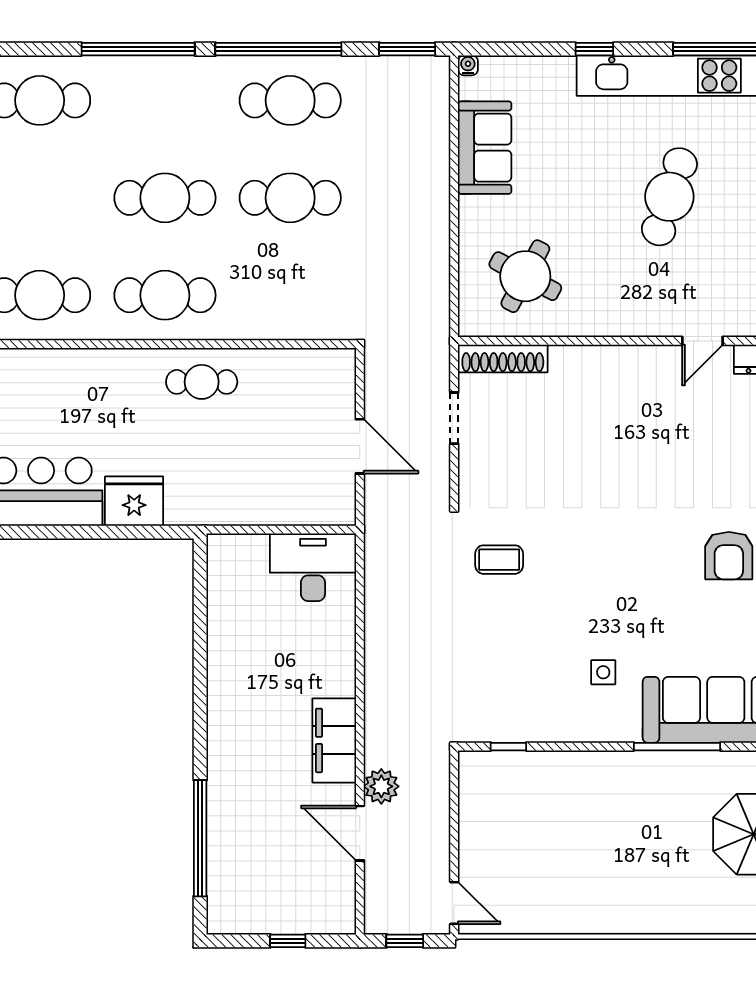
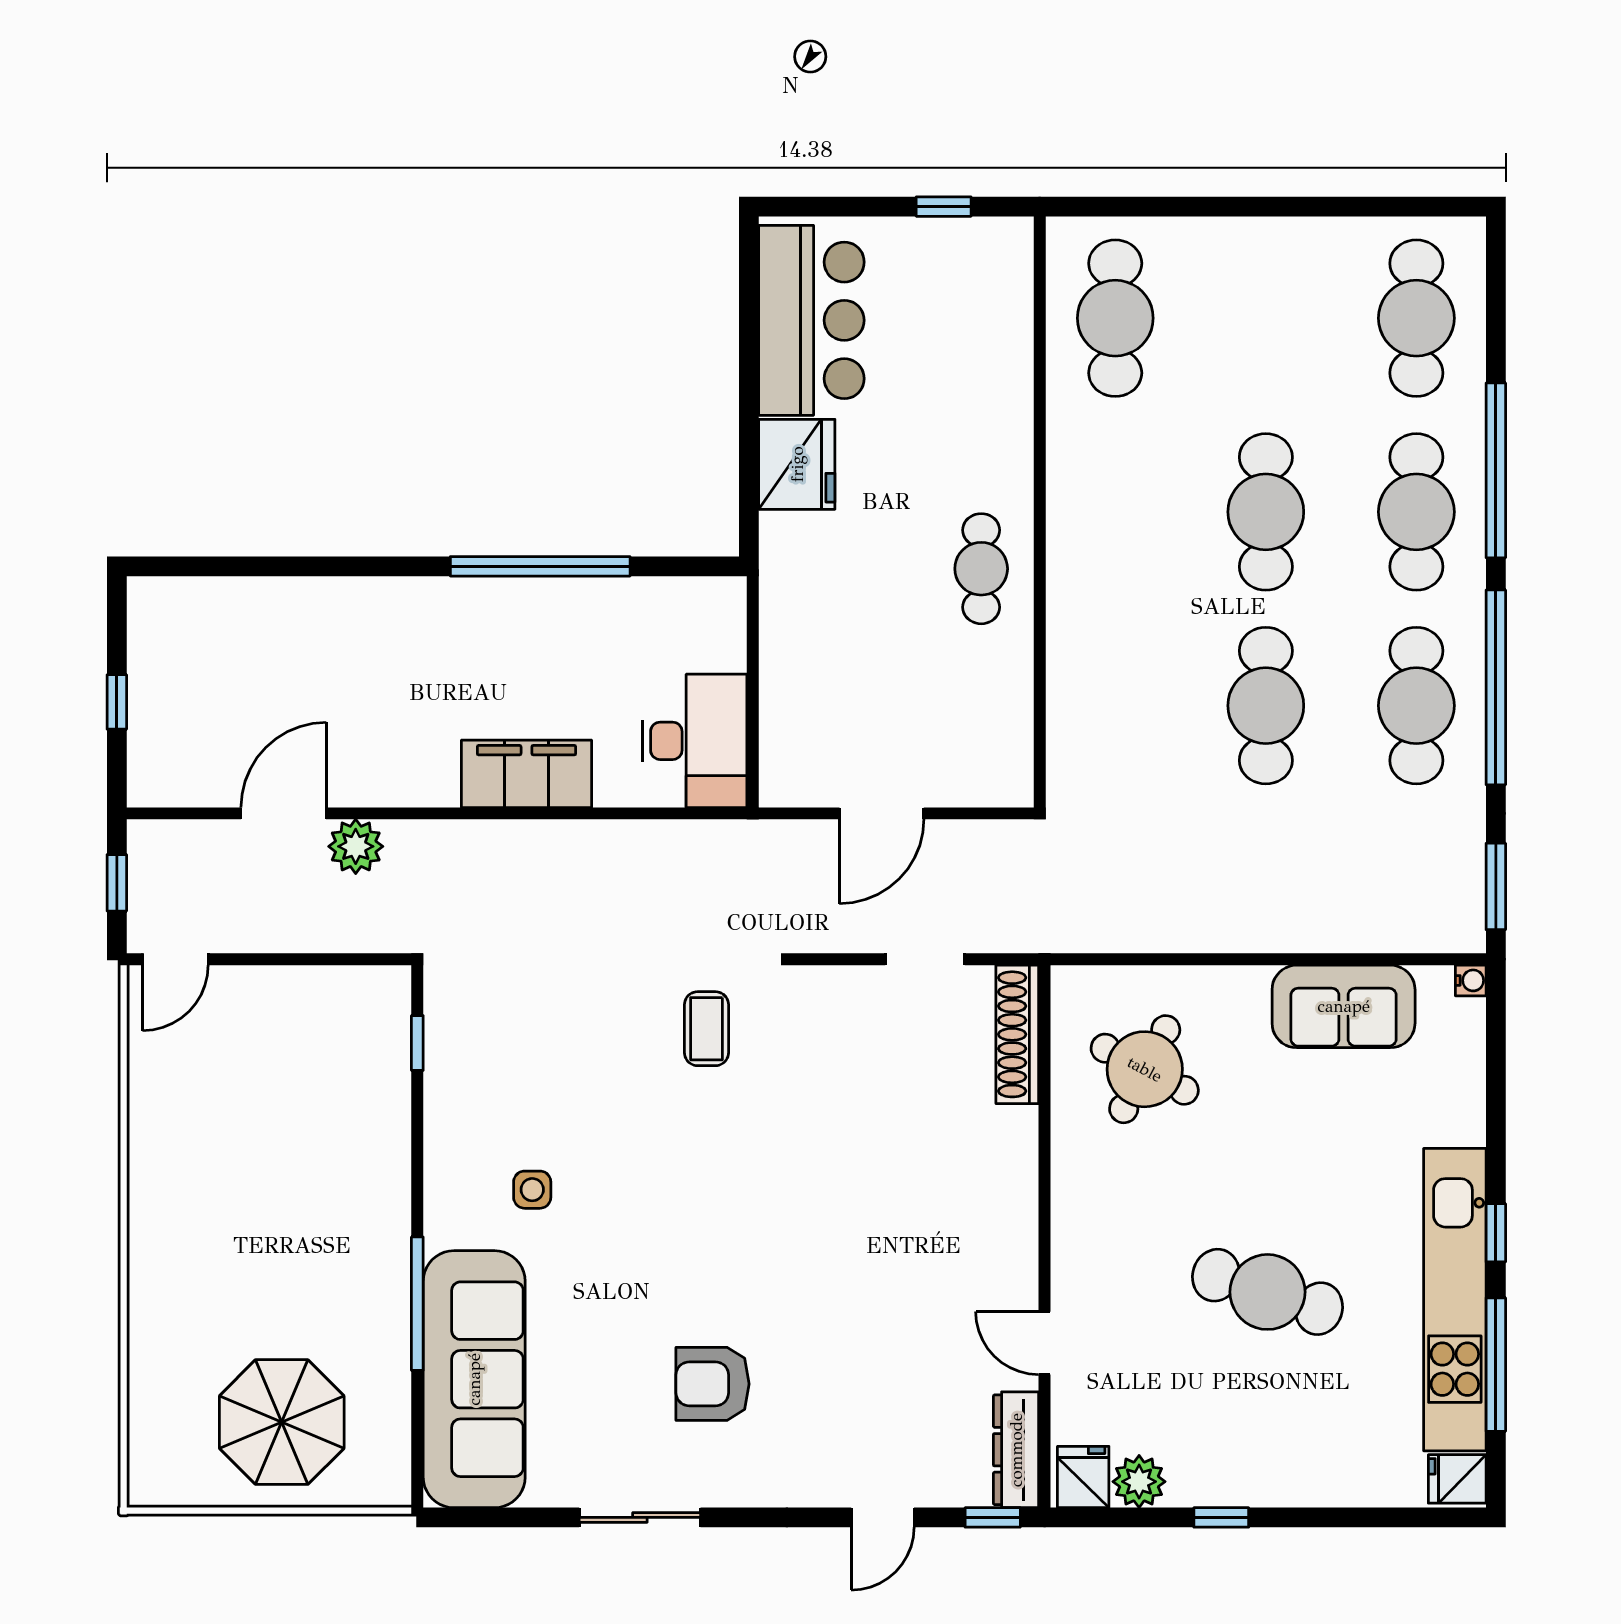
window: (594, 49) -> (1496, 1233), moved
cafe table: (165, 295) -> (1416, 512), moved
filing cabinet: (334, 740) -> (526, 774), moved
window: (200, 838) -> (540, 566), moved

